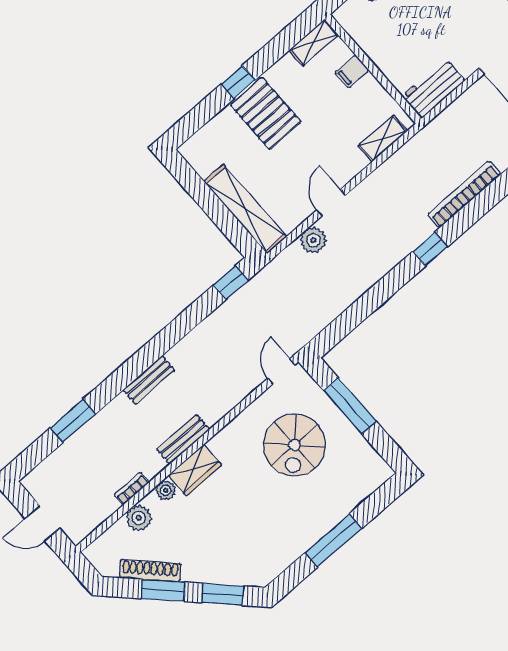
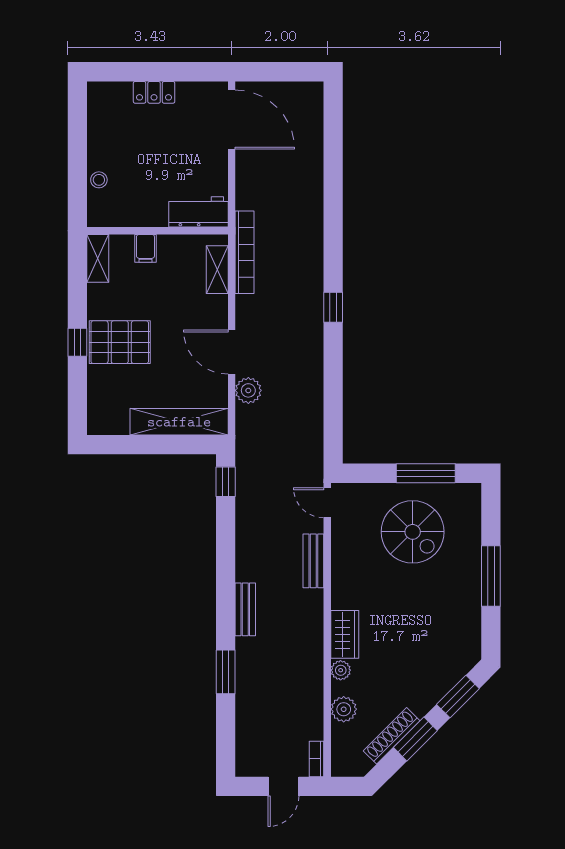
workbench: (433, 88) -> (198, 212), moved, turned 90
bookcase: (464, 194) -> (245, 252), moved, turned 180
door: (331, 203) -> (232, 352), width x1.38
window: (350, 406) -> (426, 473), moved
window: (73, 421) -> (226, 672), moved
bench: (183, 439) -> (313, 561), moved
spiral stairs: (294, 445) -> (413, 532), moved
bookcase: (132, 488) -> (316, 759), moved

